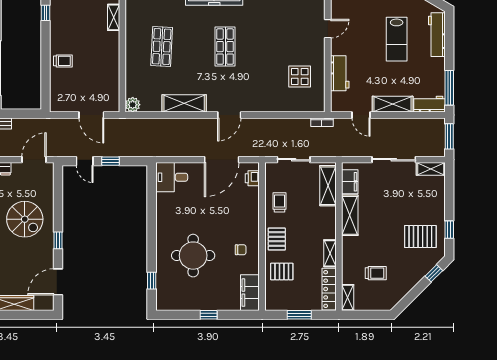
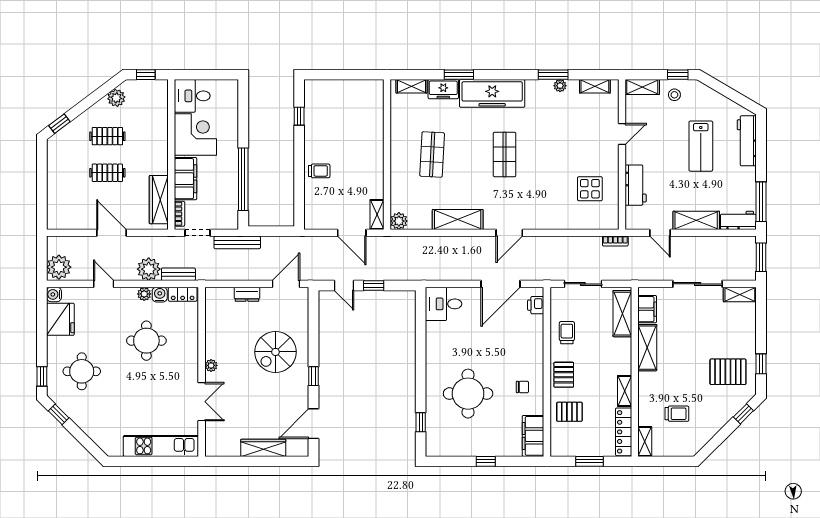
shelving: (114, 17) -> (377, 214), moved
spiral stairs: (25, 219) -> (275, 352), turned 90

